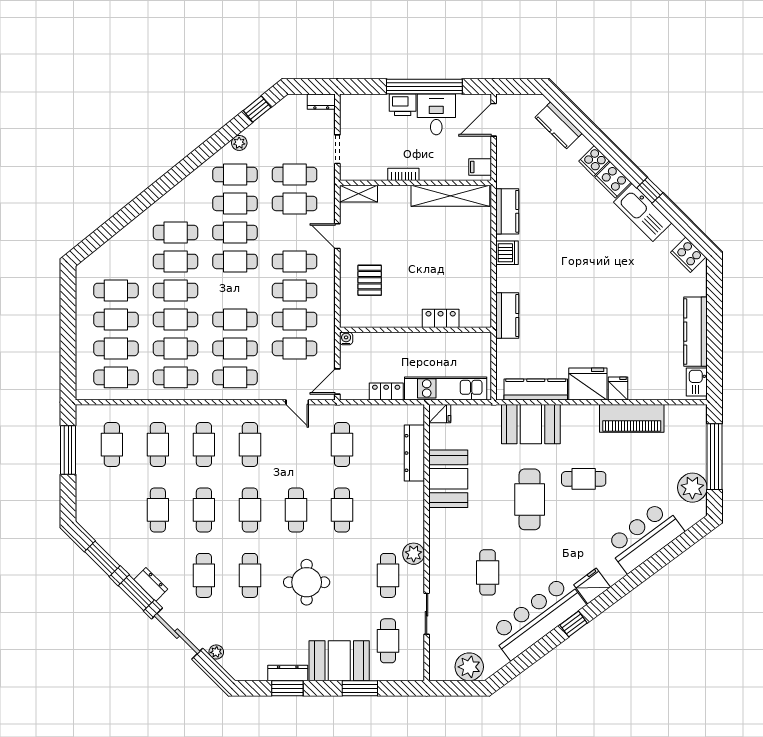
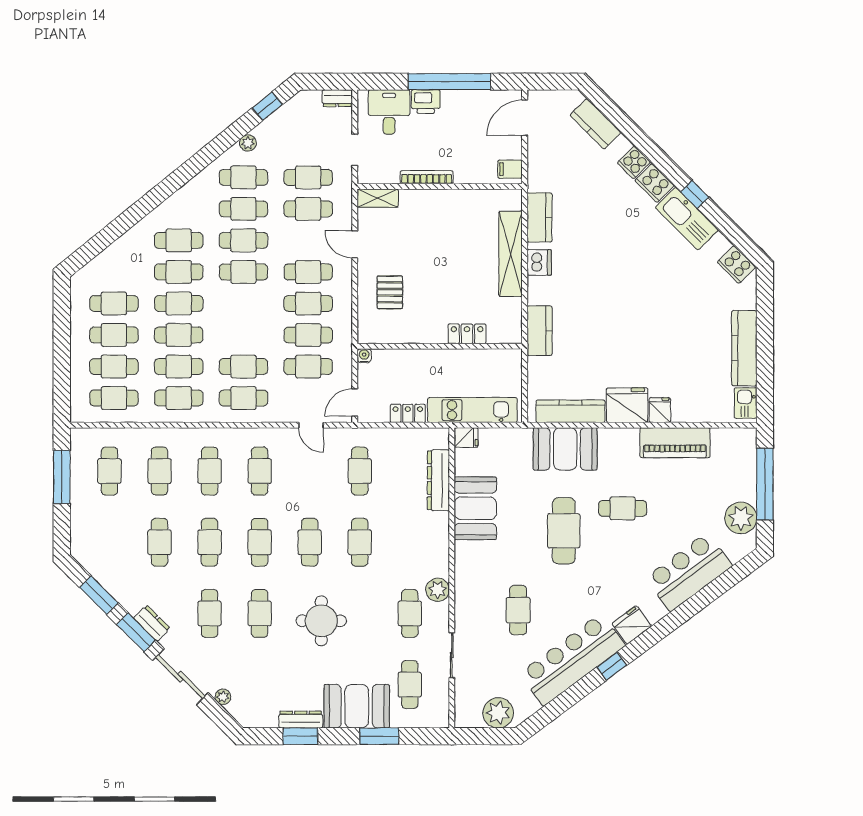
desk: (436, 114) -> (389, 112), moved
bookcase: (403, 174) -> (427, 177), width x1.56
shelving: (450, 196) -> (511, 254), moved, turned 90
cafe table: (235, 319) -> (243, 335), removed

